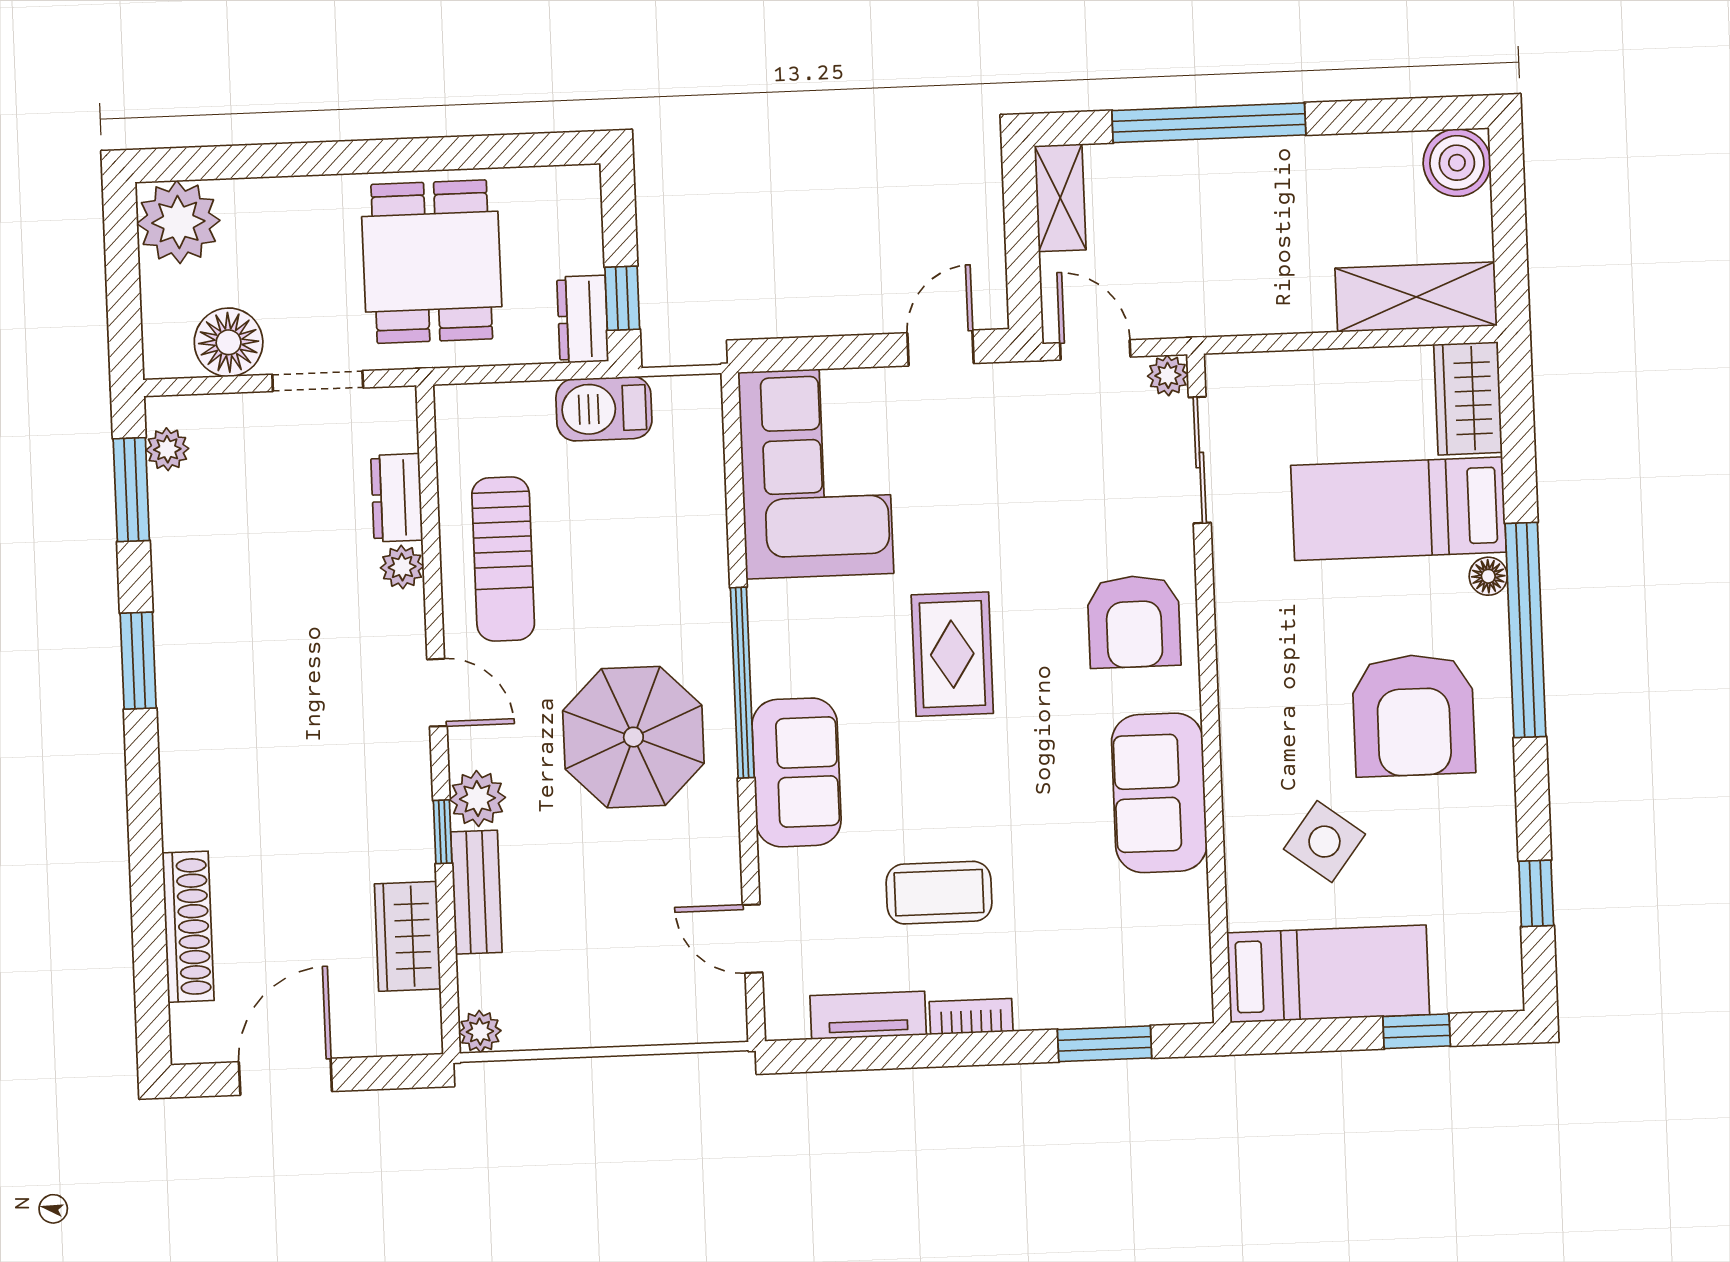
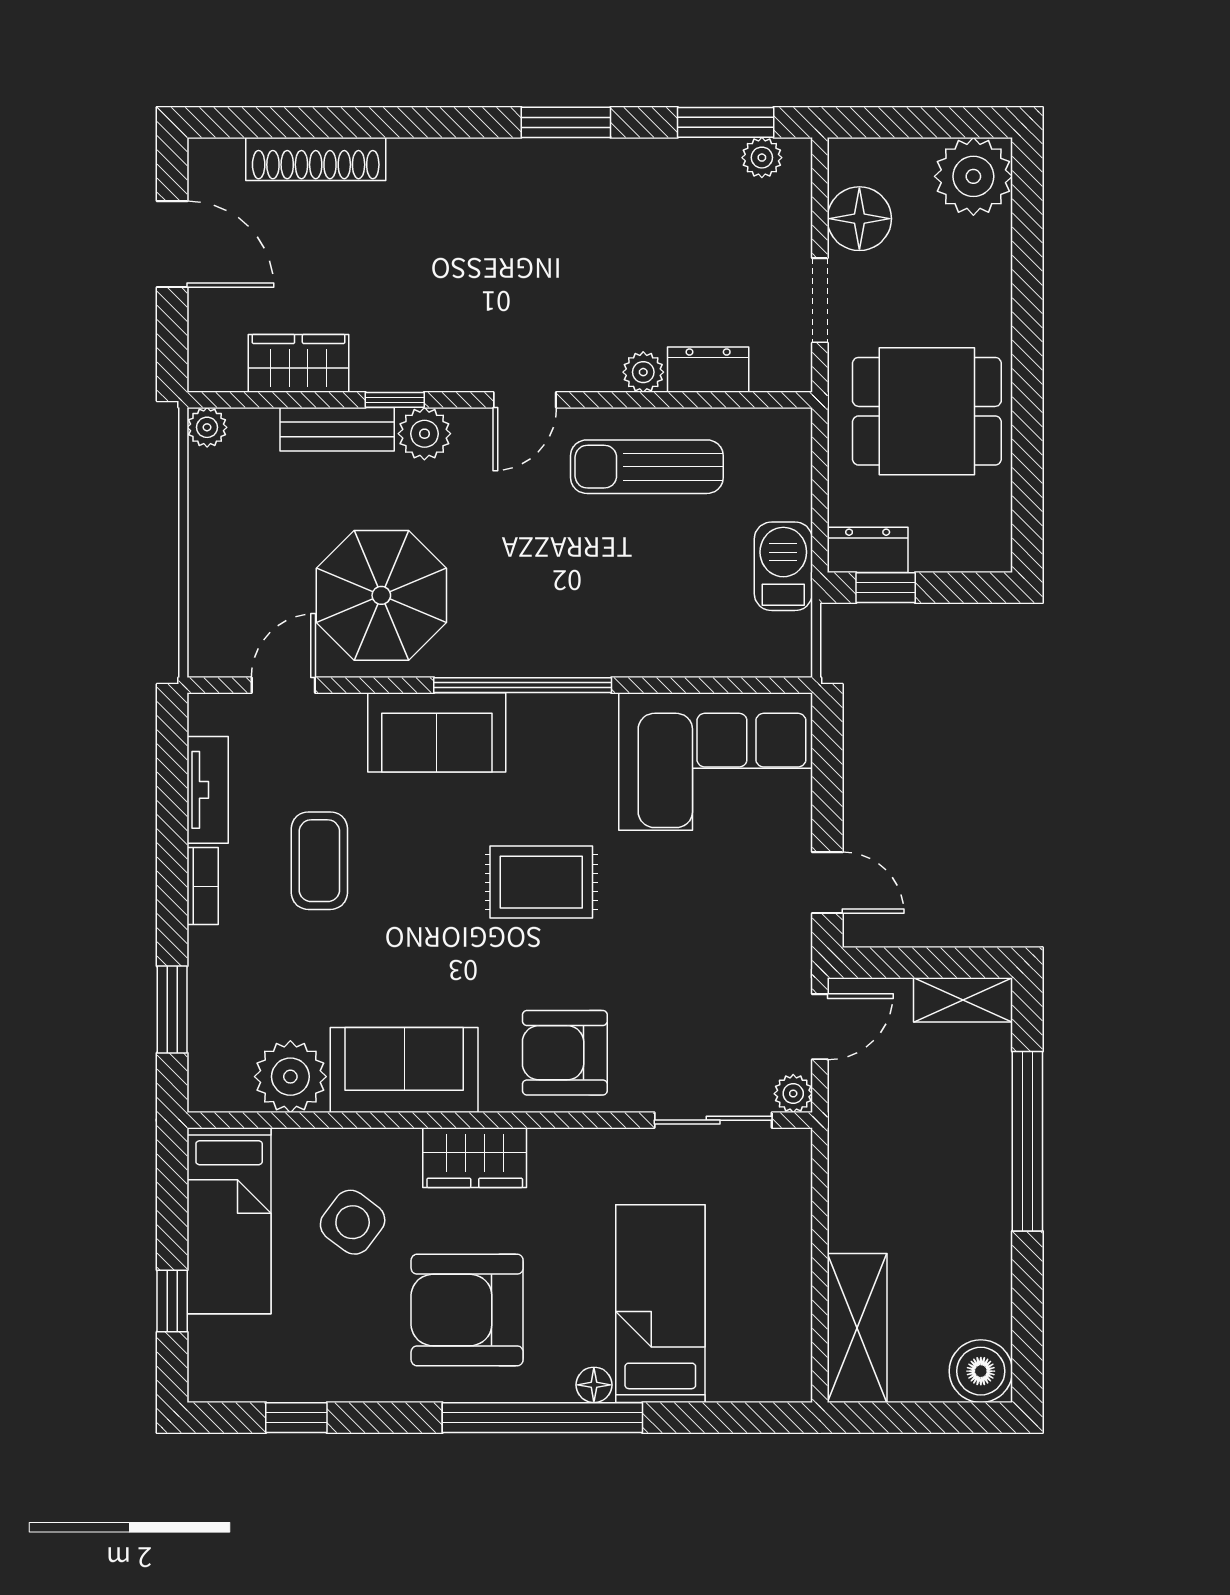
wardrobe: (1468, 398) -> (475, 1158), moved, turned 180
parasol: (633, 737) -> (381, 595), moved
plant: (1171, 914) -> (290, 1077), added

